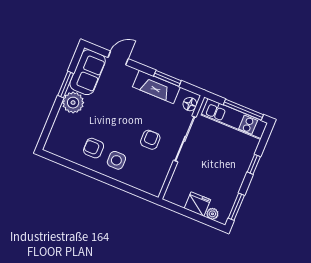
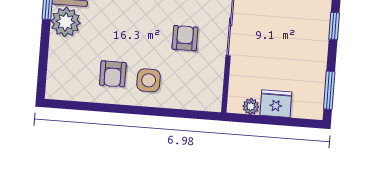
armchair: (94, 148) -> (113, 74), turned -90
plant: (212, 214) -> (251, 106), moved

